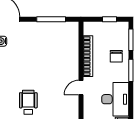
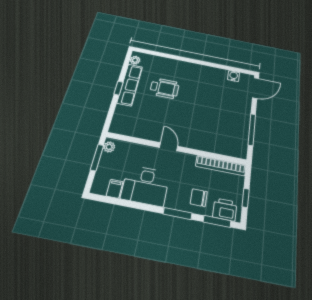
printer: (121, 35) -> (225, 210), added
bookcase: (88, 56) -> (221, 166), moved

